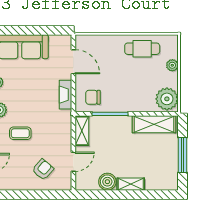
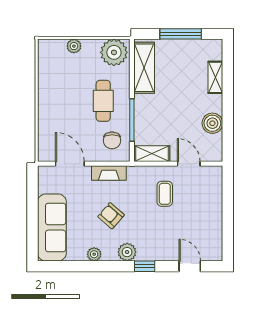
cafe table: (142, 49) -> (103, 101), moved
door: (73, 62) -> (70, 164), hinge flipped
coffee table: (20, 133) -> (165, 194), moved
armchair: (43, 169) -> (111, 216), moved
shelving: (131, 184) -> (215, 77), moved

